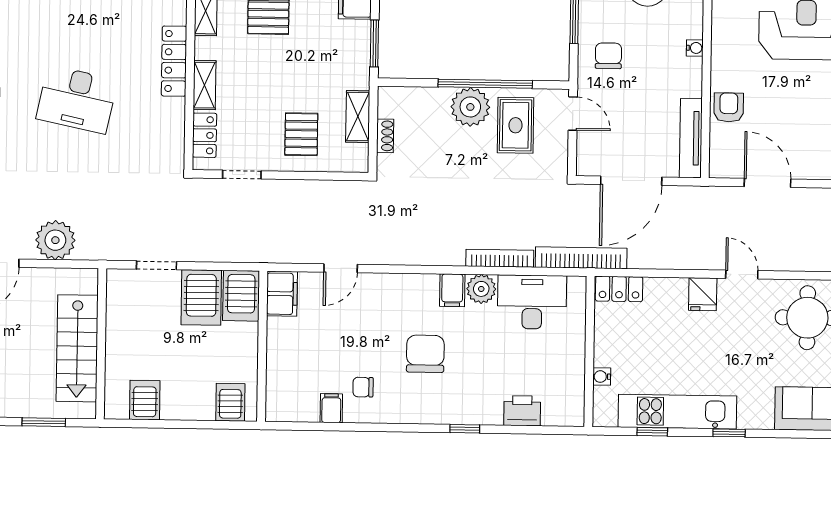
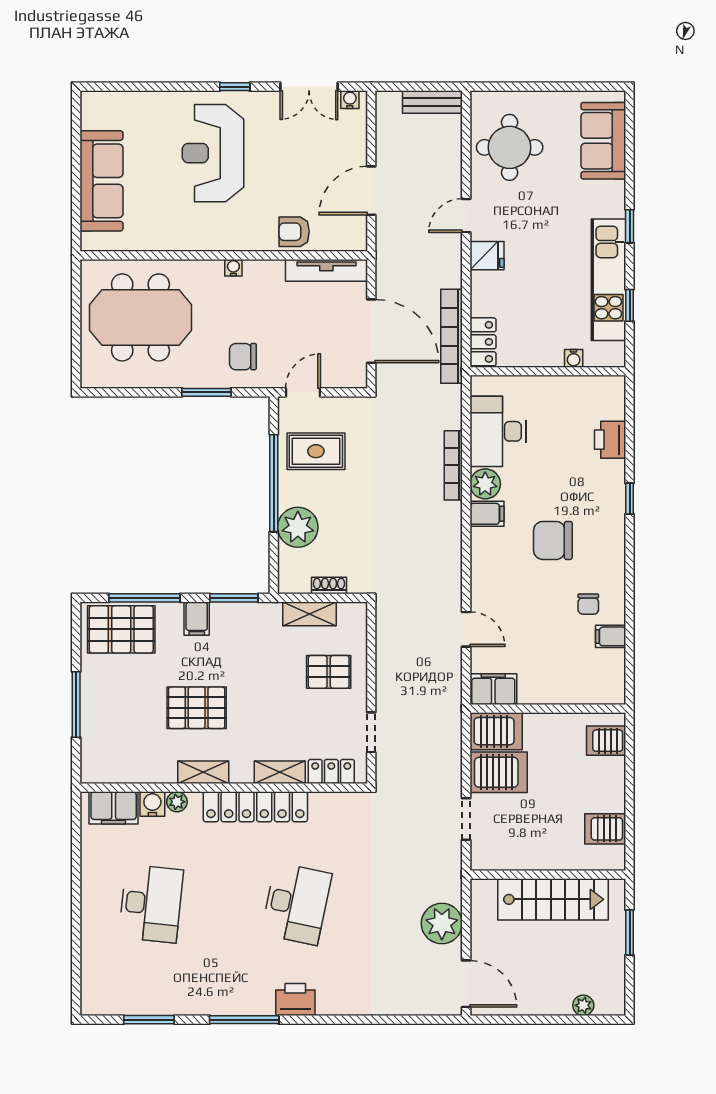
locker: (174, 61) -> (255, 807), width x1.41, depth x1.21
plant: (470, 107) -> (298, 527), moved
bookcase: (581, 258) -> (452, 336), moved

